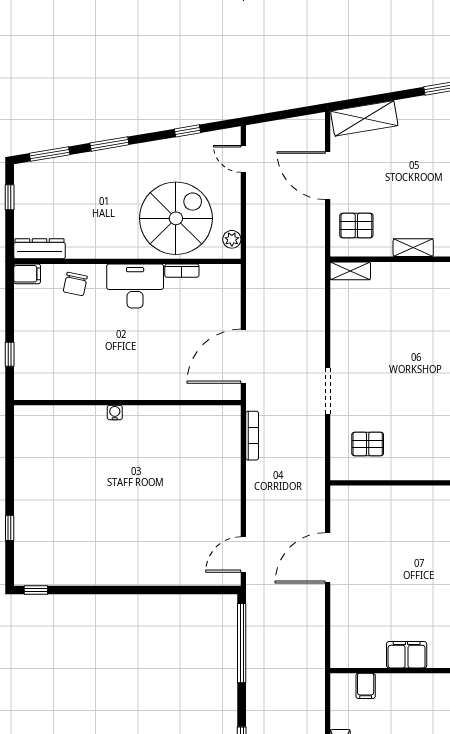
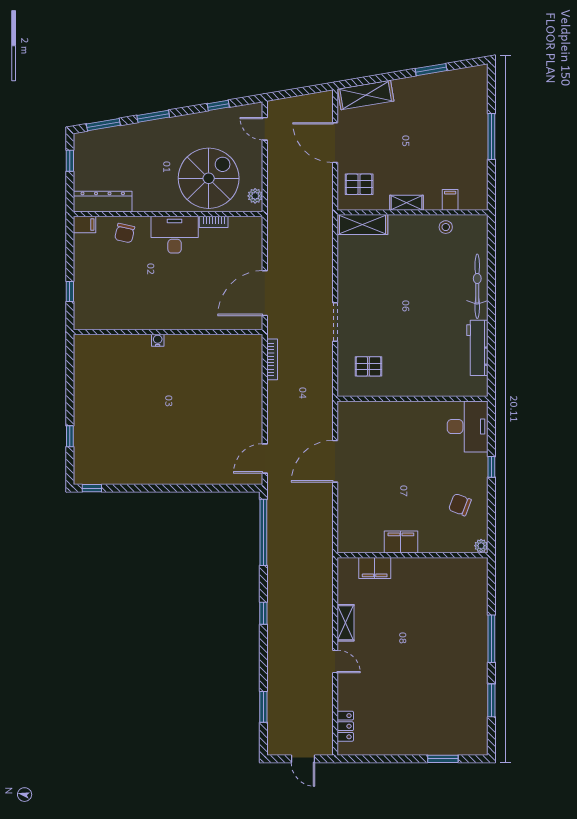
dresser: (39, 249) -> (103, 202), width x1.37, depth x1.24
shelving: (350, 271) -> (362, 225), width x1.50, depth x1.33
filing cabinet: (366, 686) -> (375, 568), width x2.00

